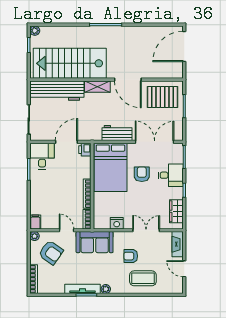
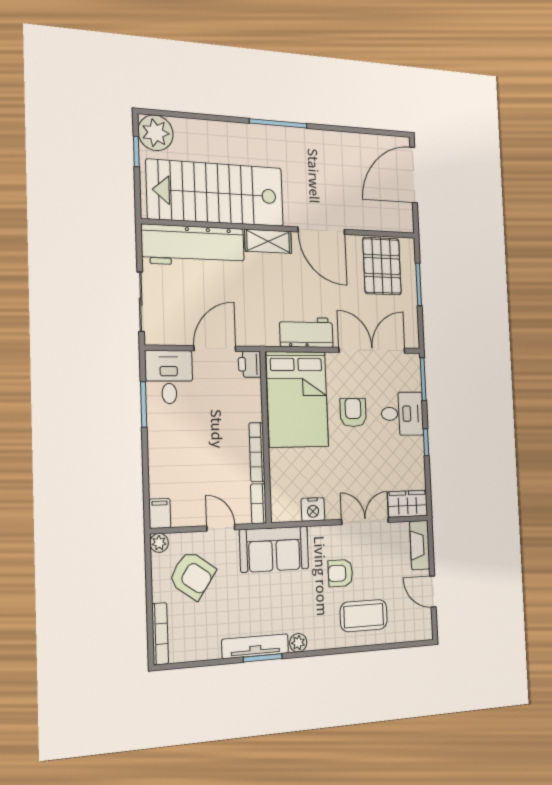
plant: (35, 31) -> (156, 133), width x1.88, depth x1.88
pallet: (163, 97) -> (382, 266), turned 90
wardrobe: (176, 211) -> (408, 504), moved, turned 90

